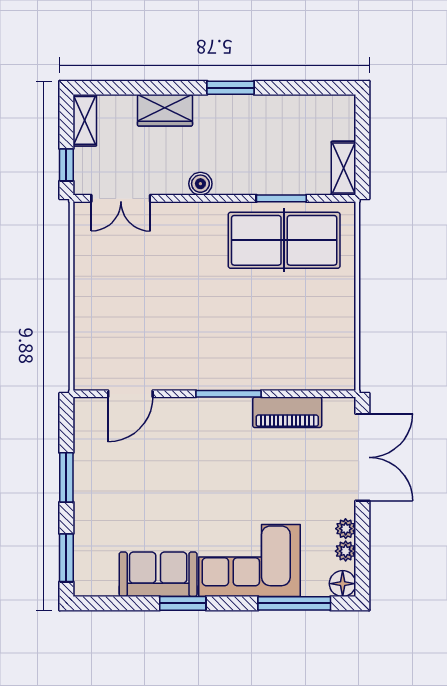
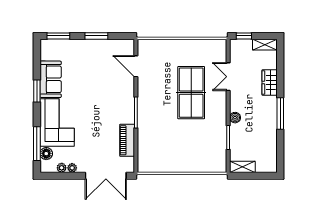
window: (231, 88) -> (280, 113), width x1.44
boiler: (200, 184) -> (235, 118), moved
double door: (121, 198) -> (228, 77), moved
table tennis table: (284, 240) -> (191, 93), moved
floor lamp: (343, 584) -> (46, 154), moved

